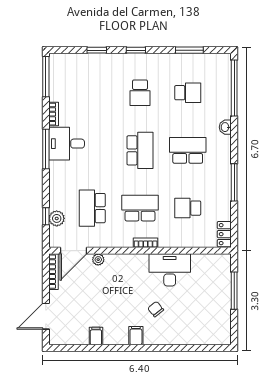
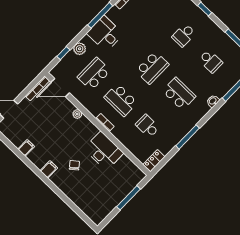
desk: (67, 144) -> (105, 34), moved
school desk: (140, 208) -> (121, 100), turned 180
plant: (57, 218) -> (80, 49), moved
plant: (98, 260) -> (77, 114), moved

